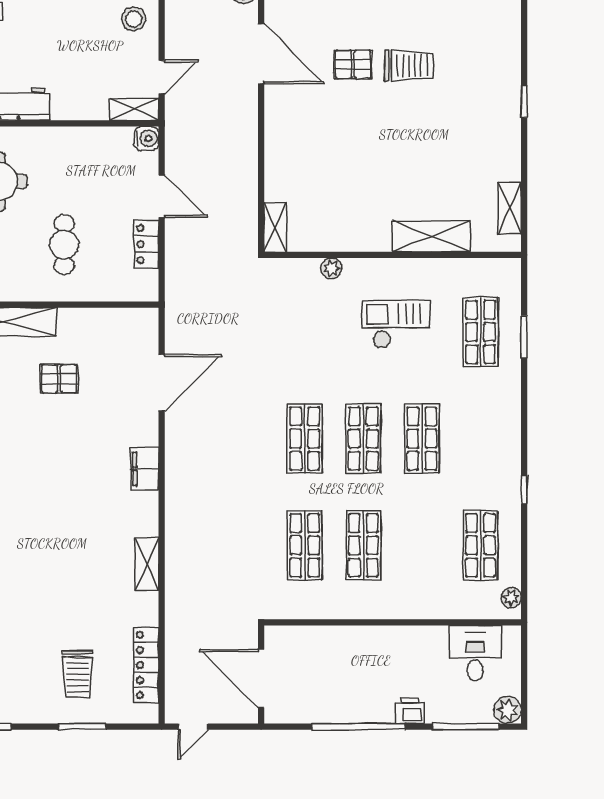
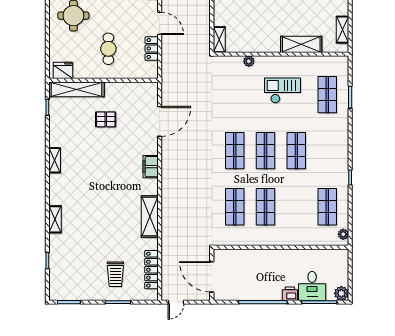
shelving: (147, 564) -> (150, 217), width x1.50, depth x1.33
desk: (475, 653) -> (312, 286), moved, turned 180

